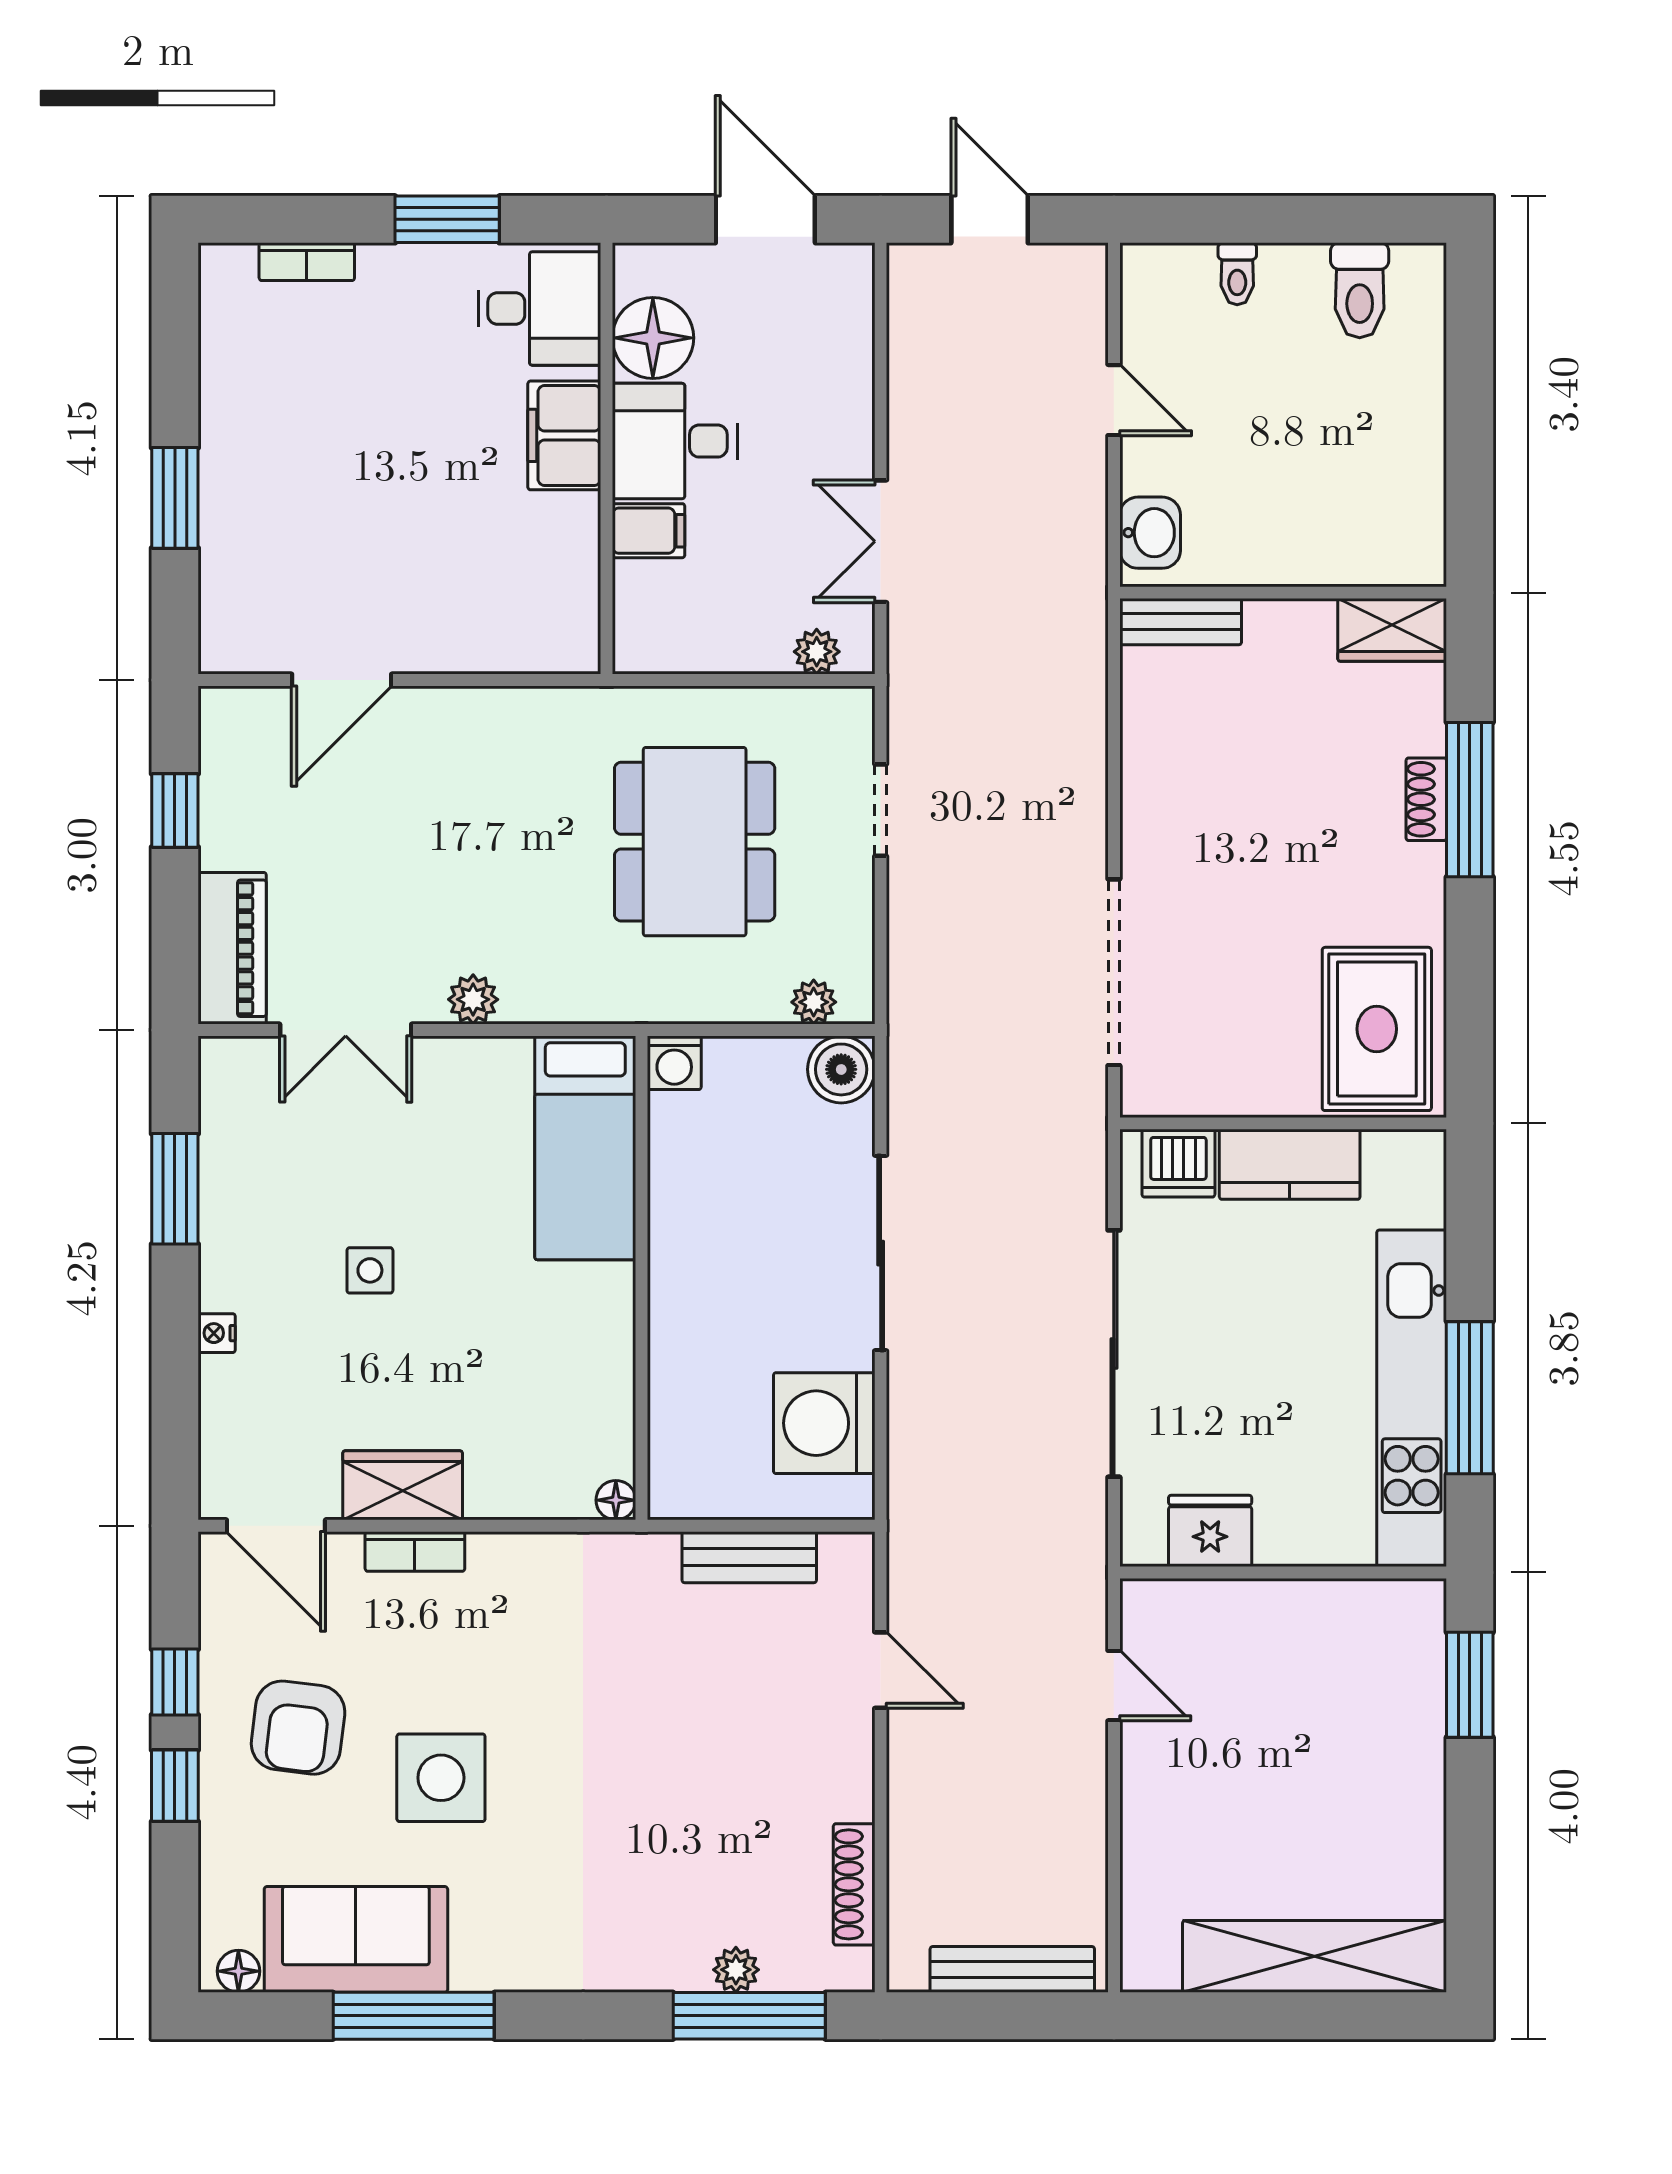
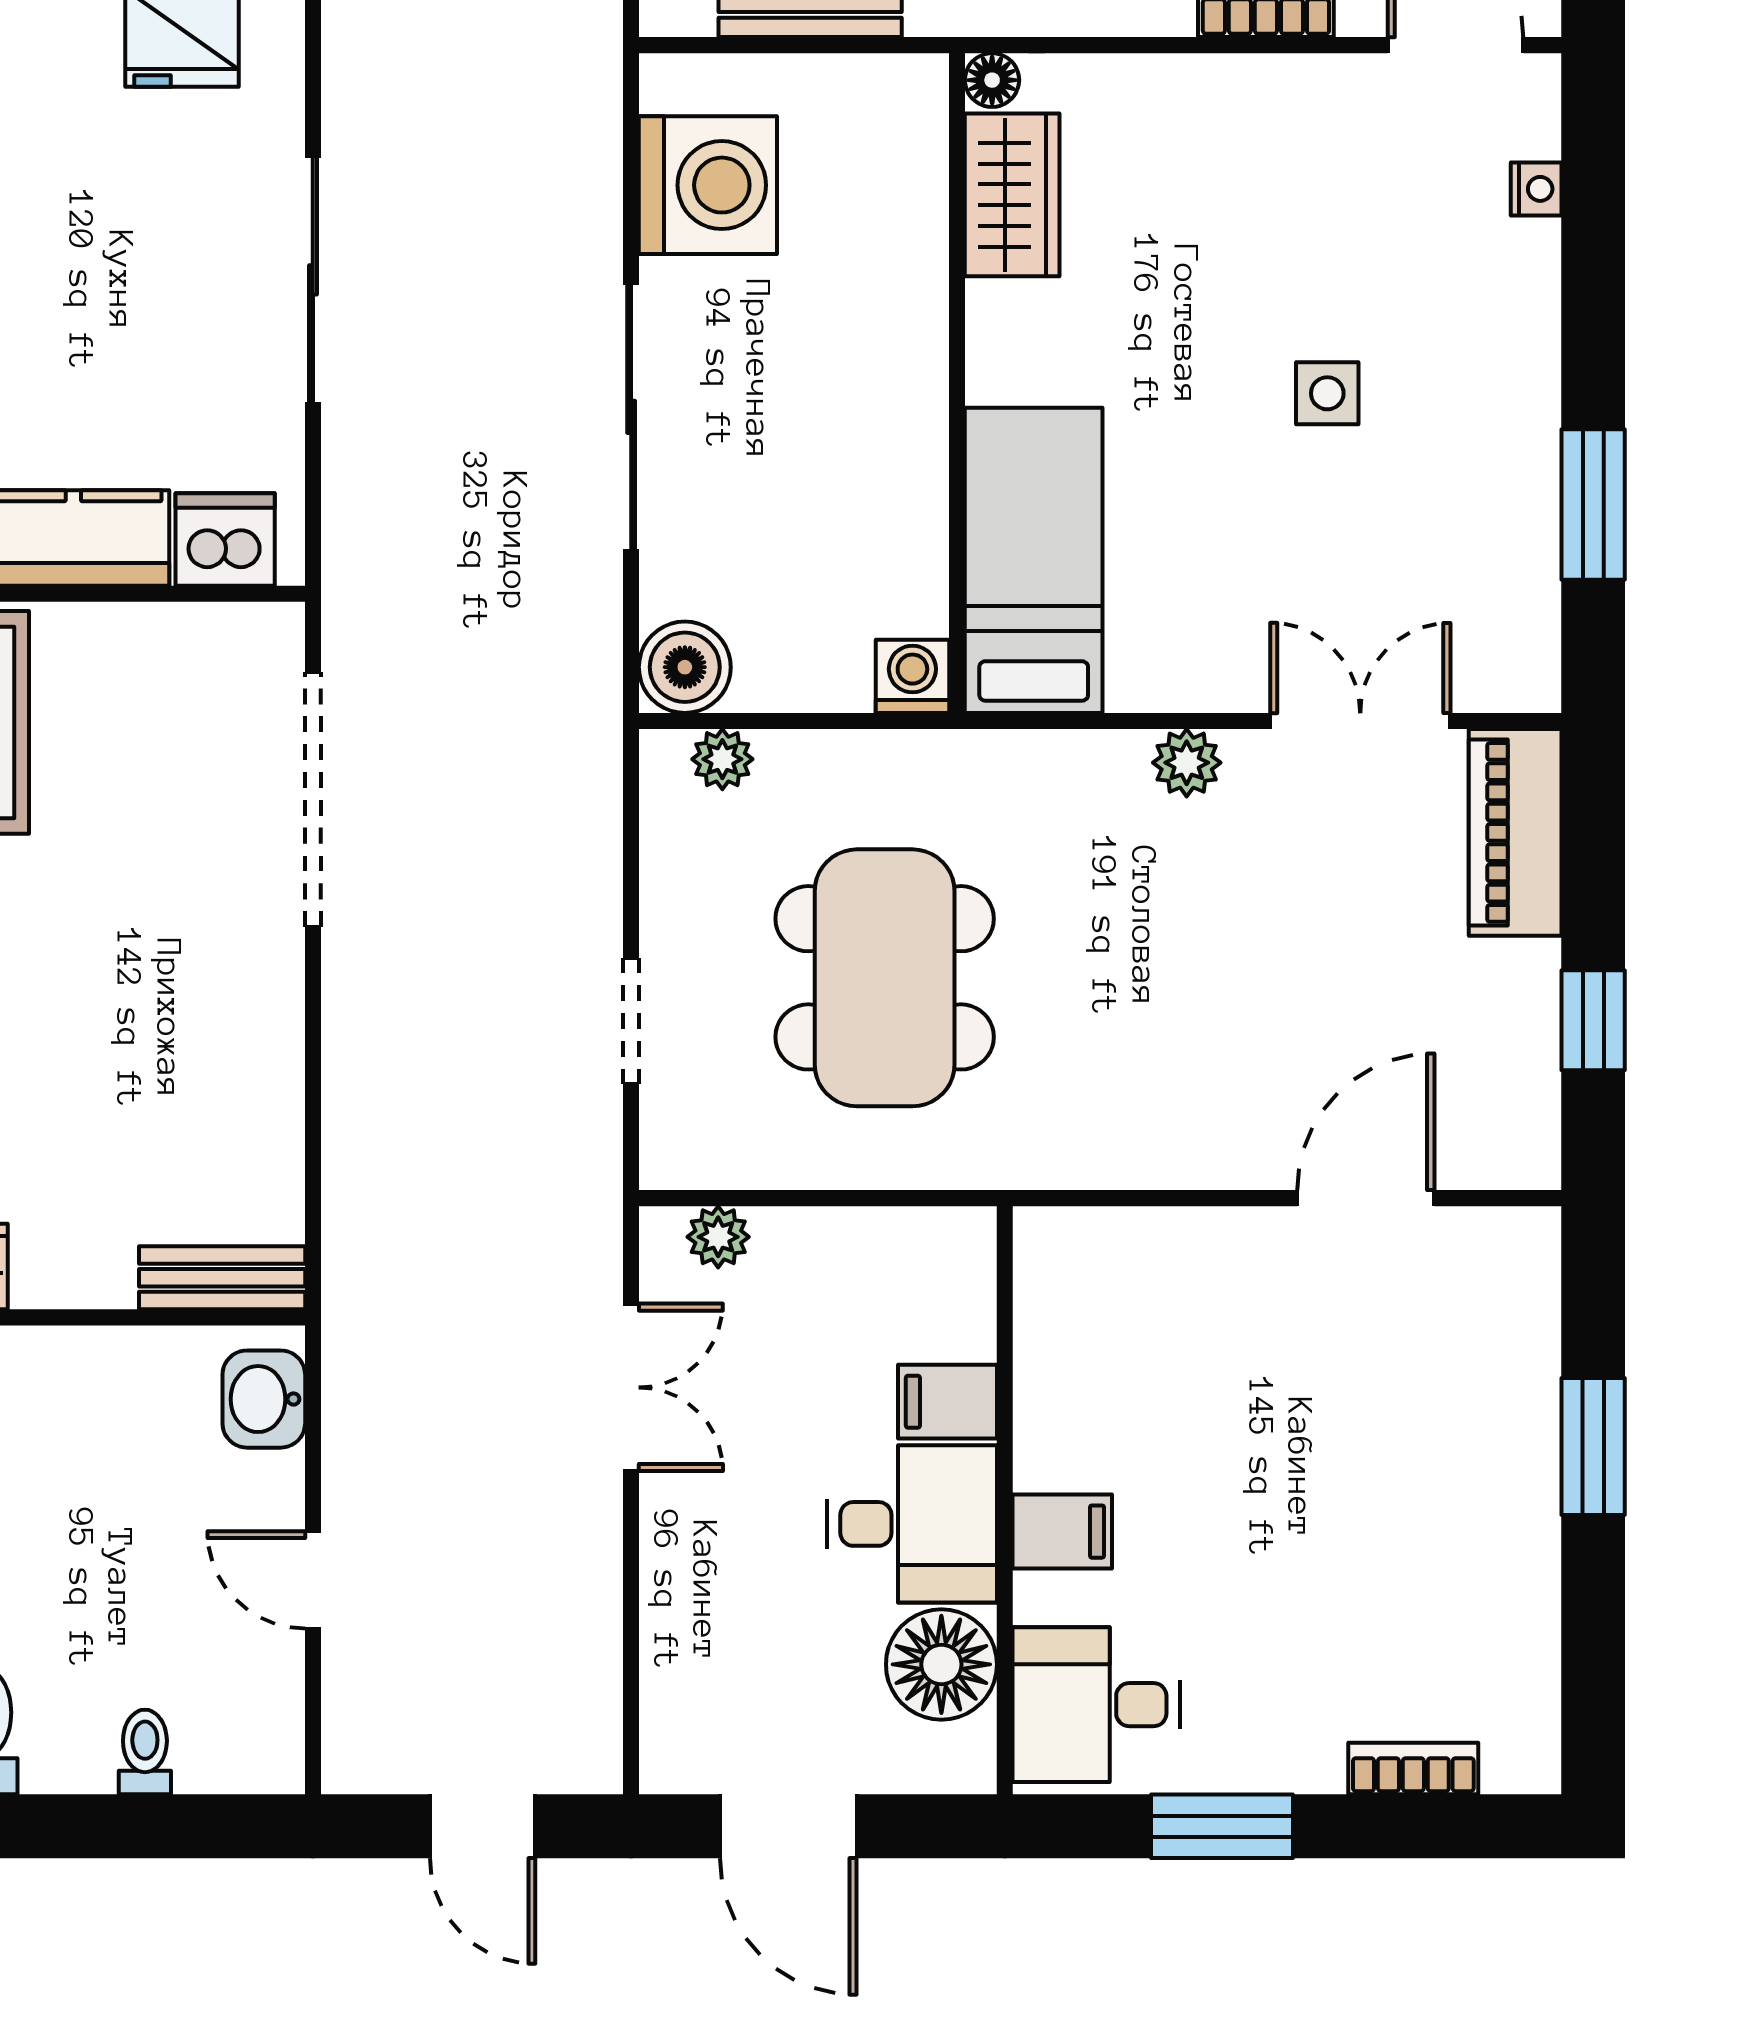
filing cabinet: (564, 435) -> (1062, 1532), width x0.50
nightstand: (217, 1333) -> (1536, 189), moved
sliding door: (1114, 1354) -> (313, 280), width x0.73
wardrobe: (403, 1485) -> (1012, 195), moved, turned -90

